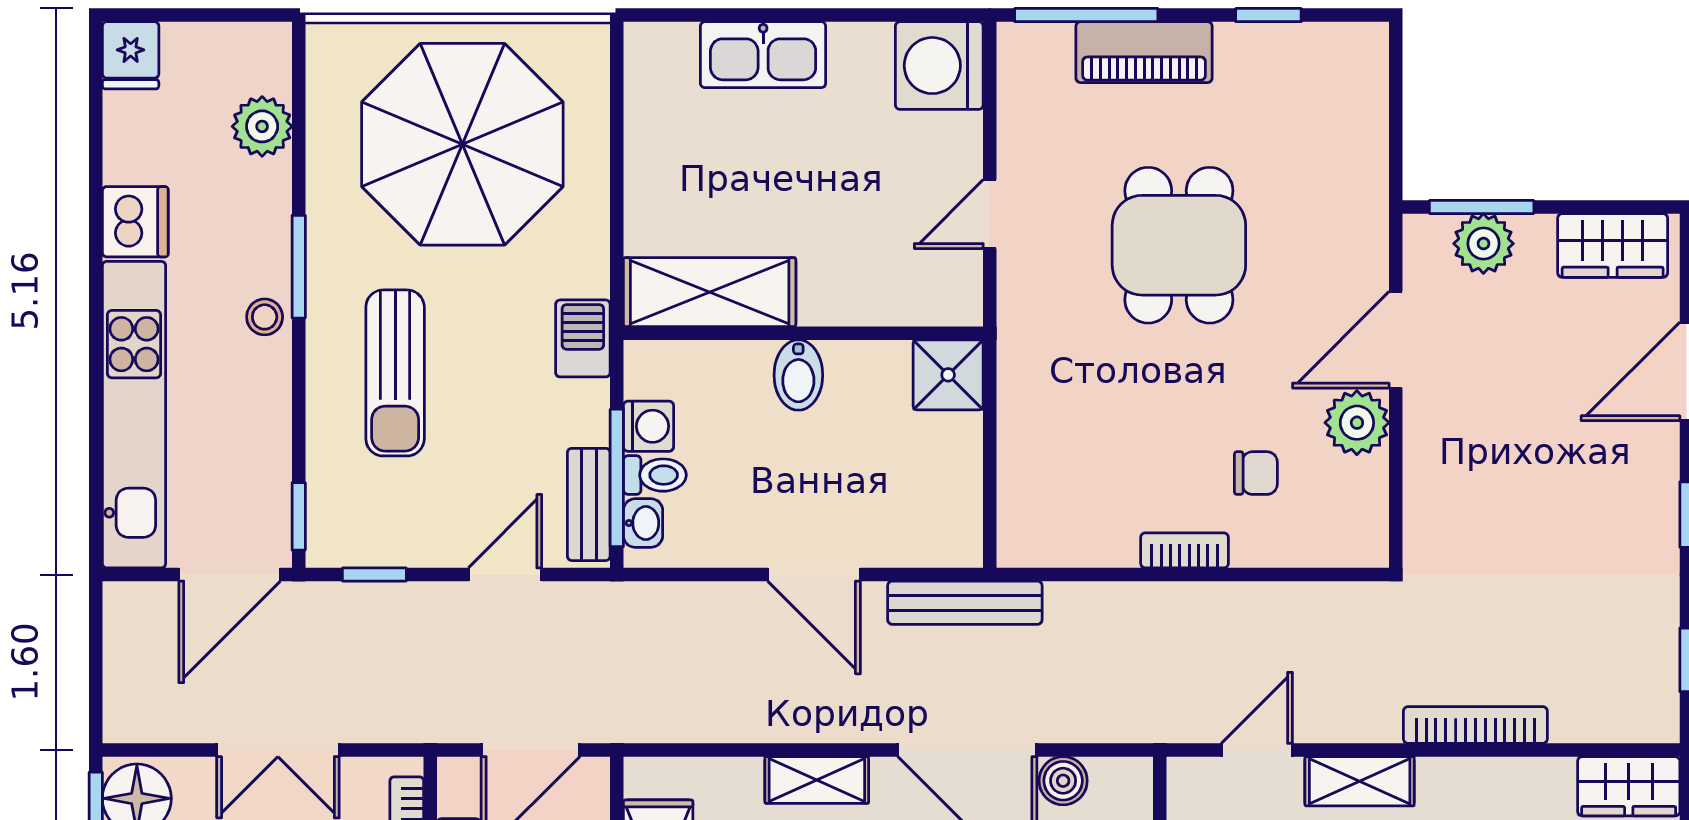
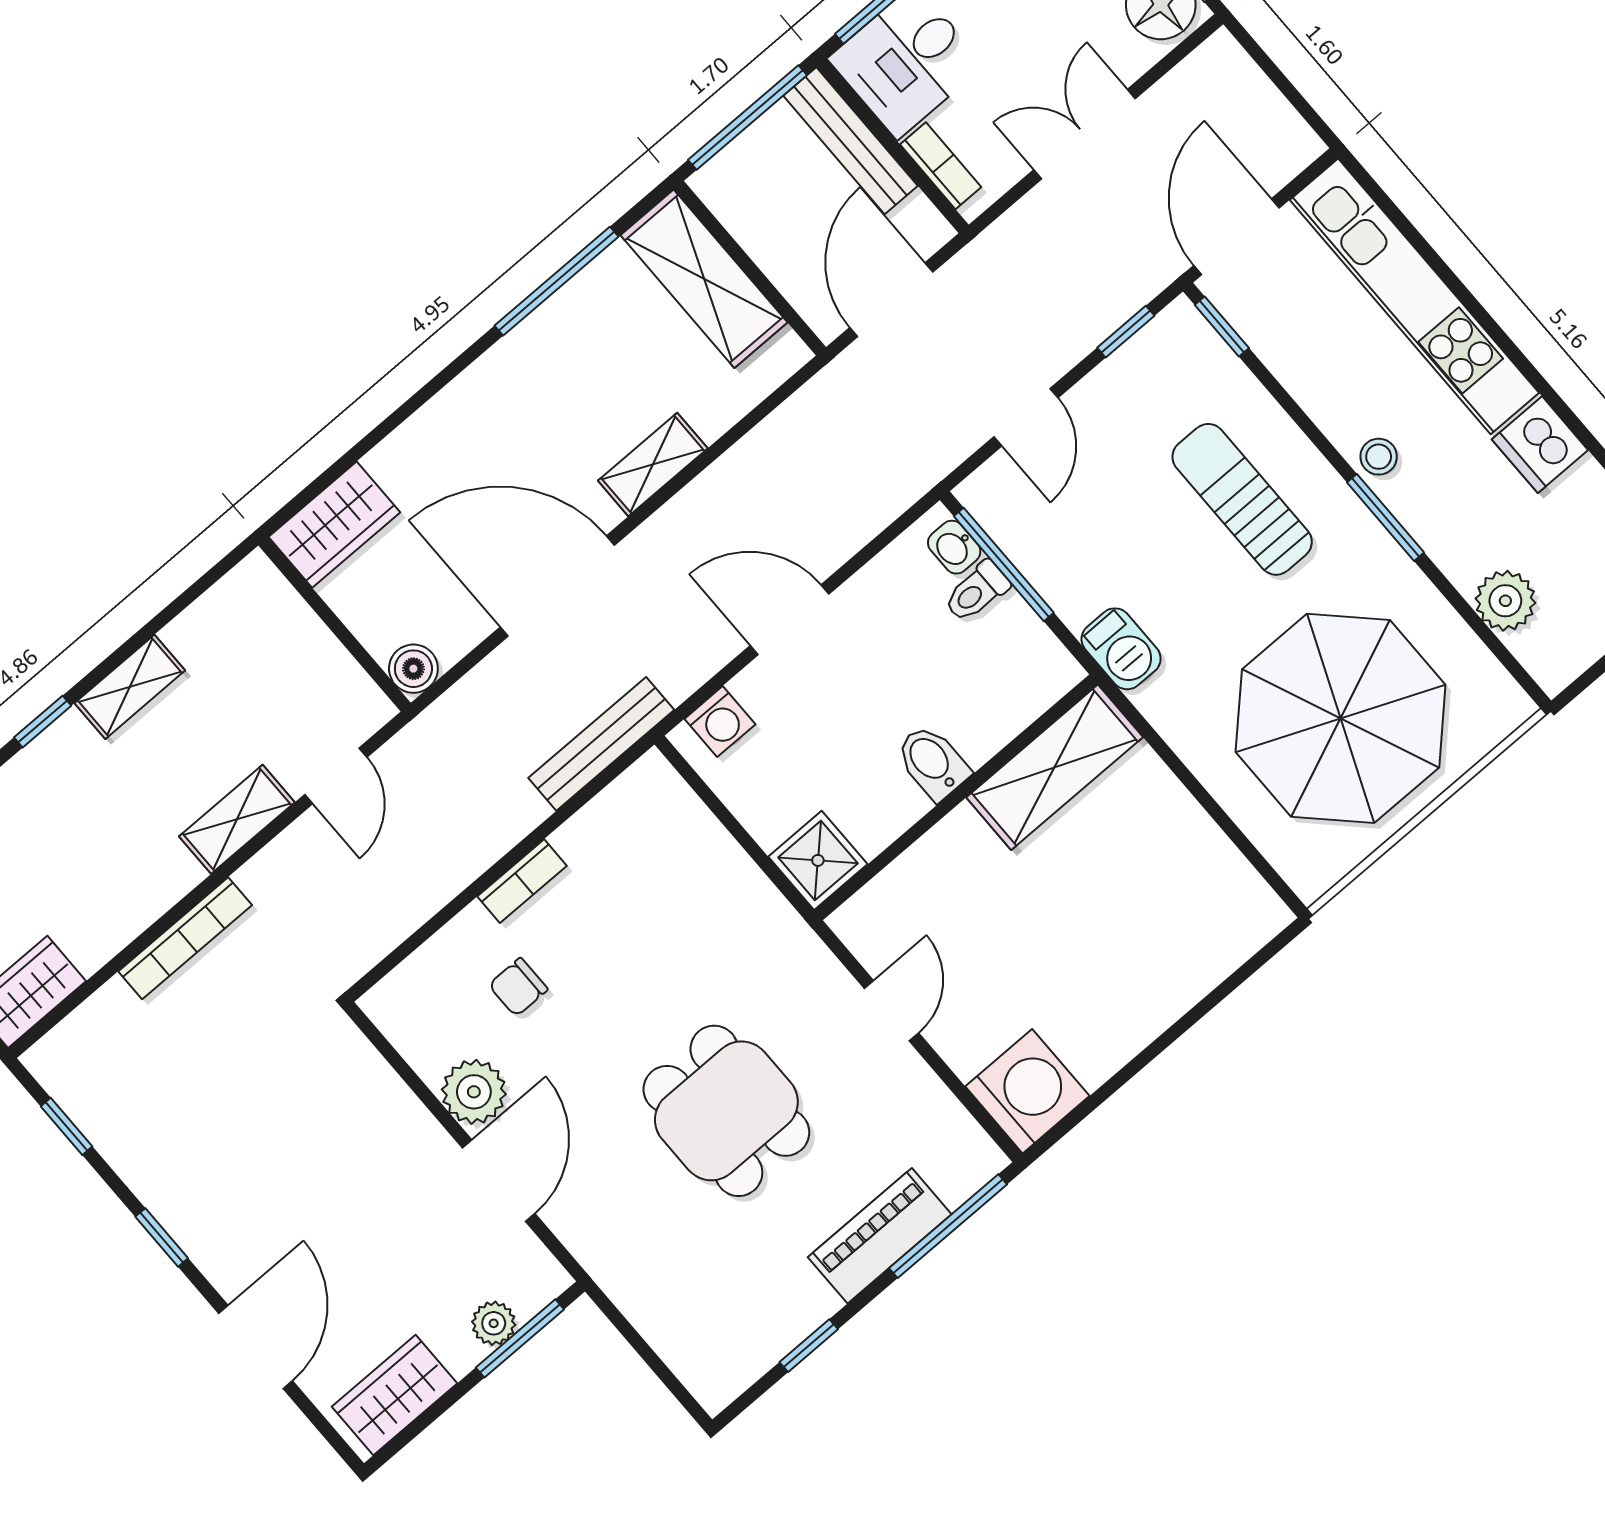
kitchen sink: (763, 55) -> (1169, 984), removed
plant: (1483, 244) -> (494, 1323), width x0.73, depth x0.73
washing machine: (648, 426) -> (720, 722), moved, turned -90
bench: (589, 504) -> (1008, 526), removed
bench: (965, 603) -> (601, 744), moved
boiler: (1063, 781) -> (413, 669), moved

